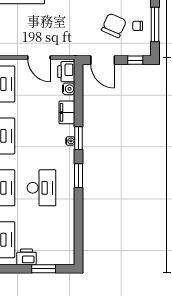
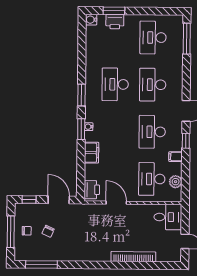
chair: (114, 25) -> (48, 231), width x0.54, depth x0.54
water cooler: (69, 89) -> (91, 20), moved
printer: (26, 257) -> (115, 22), moved

